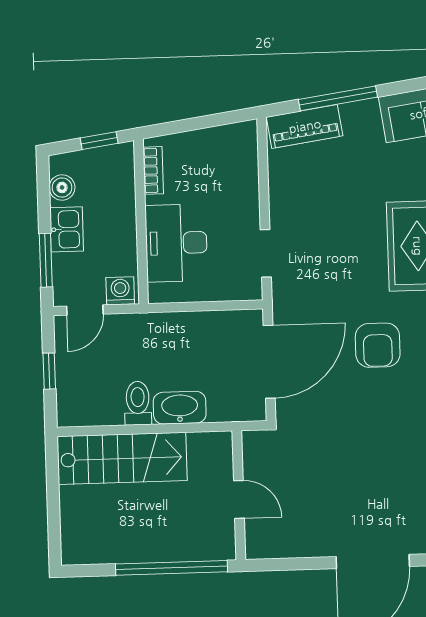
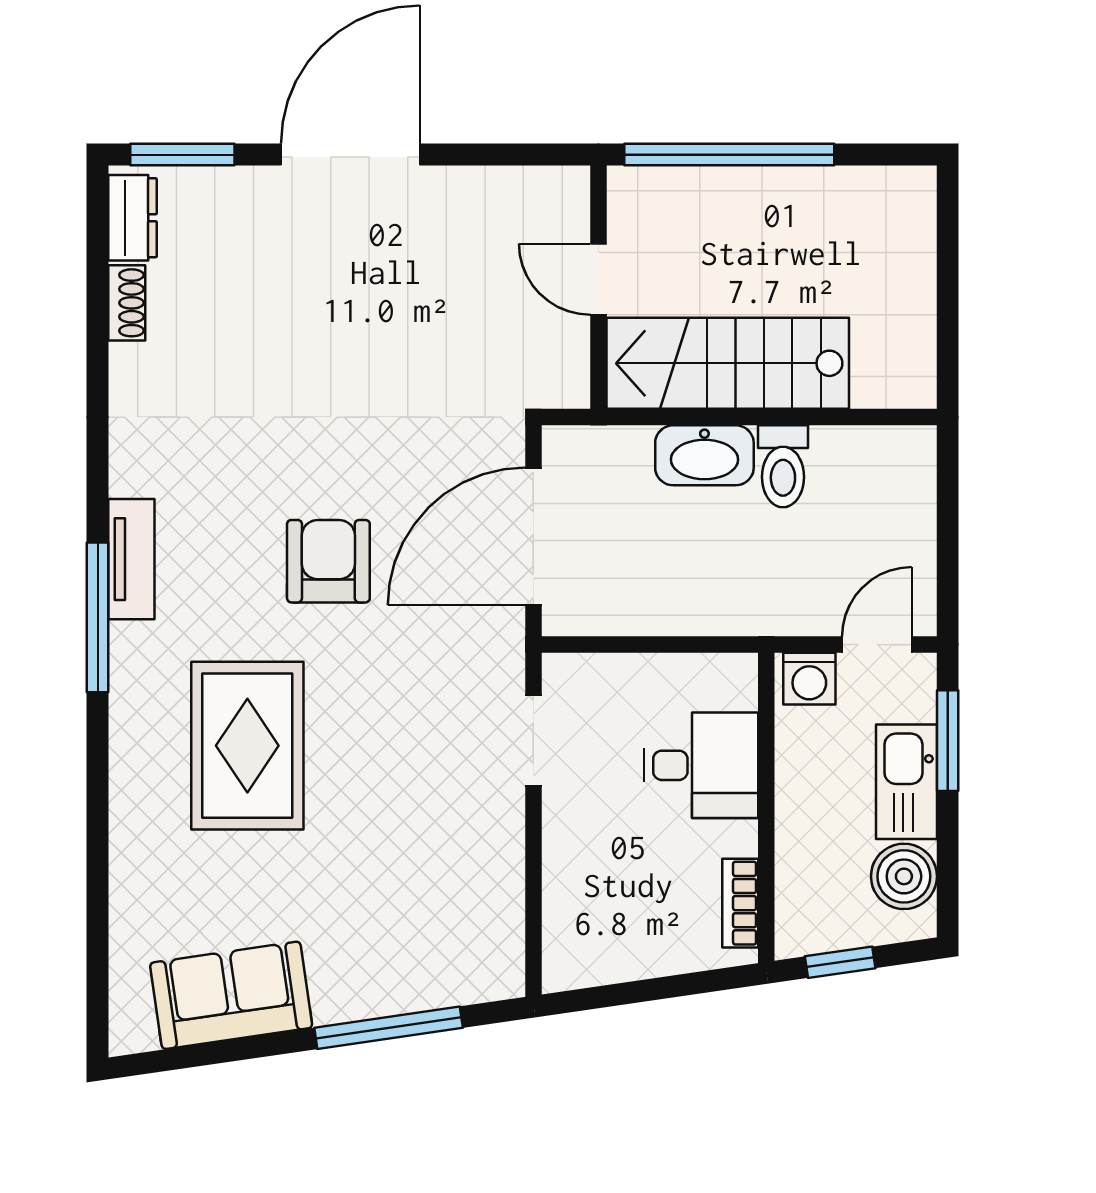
piano: (305, 126) -> (453, 977), removed
boiler: (62, 187) -> (904, 876), width x1.36, depth x1.36
kitchen sink: (67, 229) -> (906, 782), width x1.38
desk: (176, 243) -> (701, 765), width x0.73
window: (49, 371) -> (948, 532), removed
stairs: (122, 458) -> (728, 363), moved

